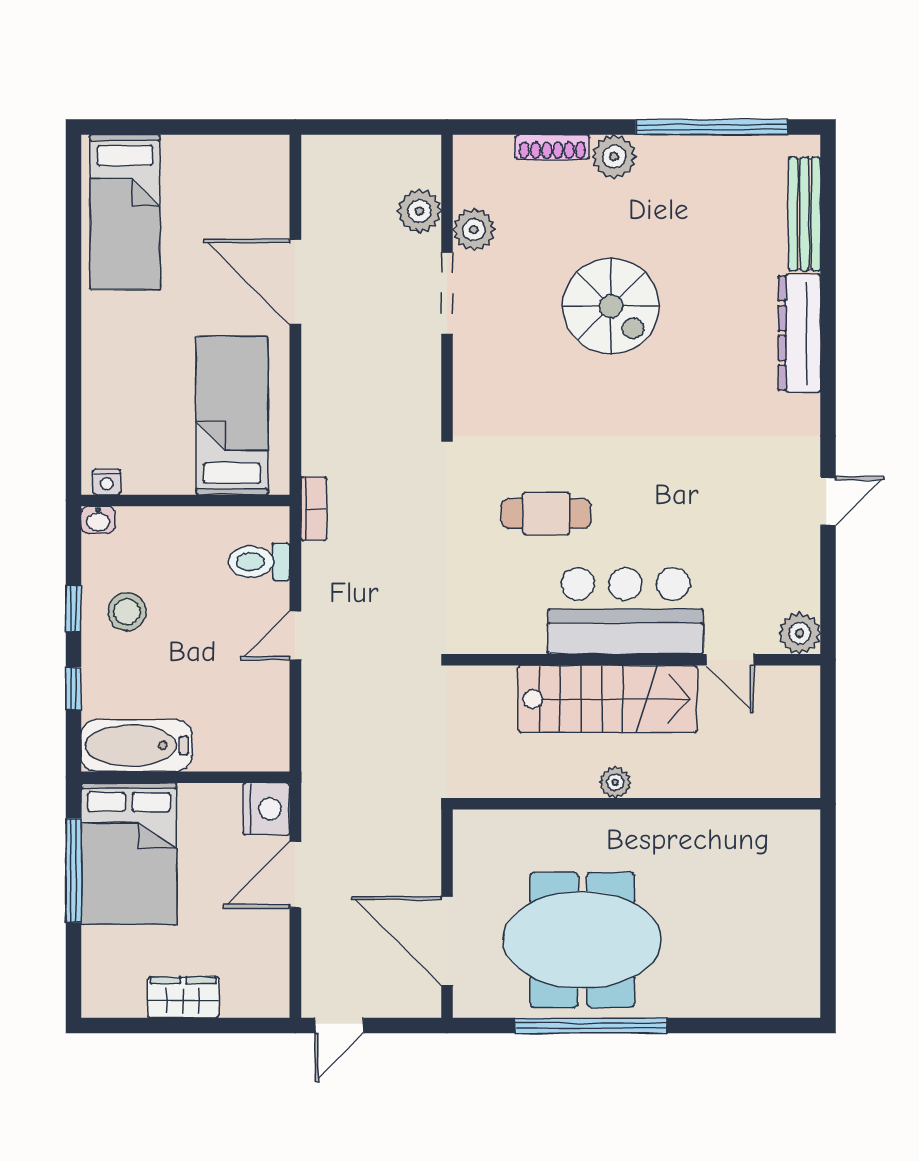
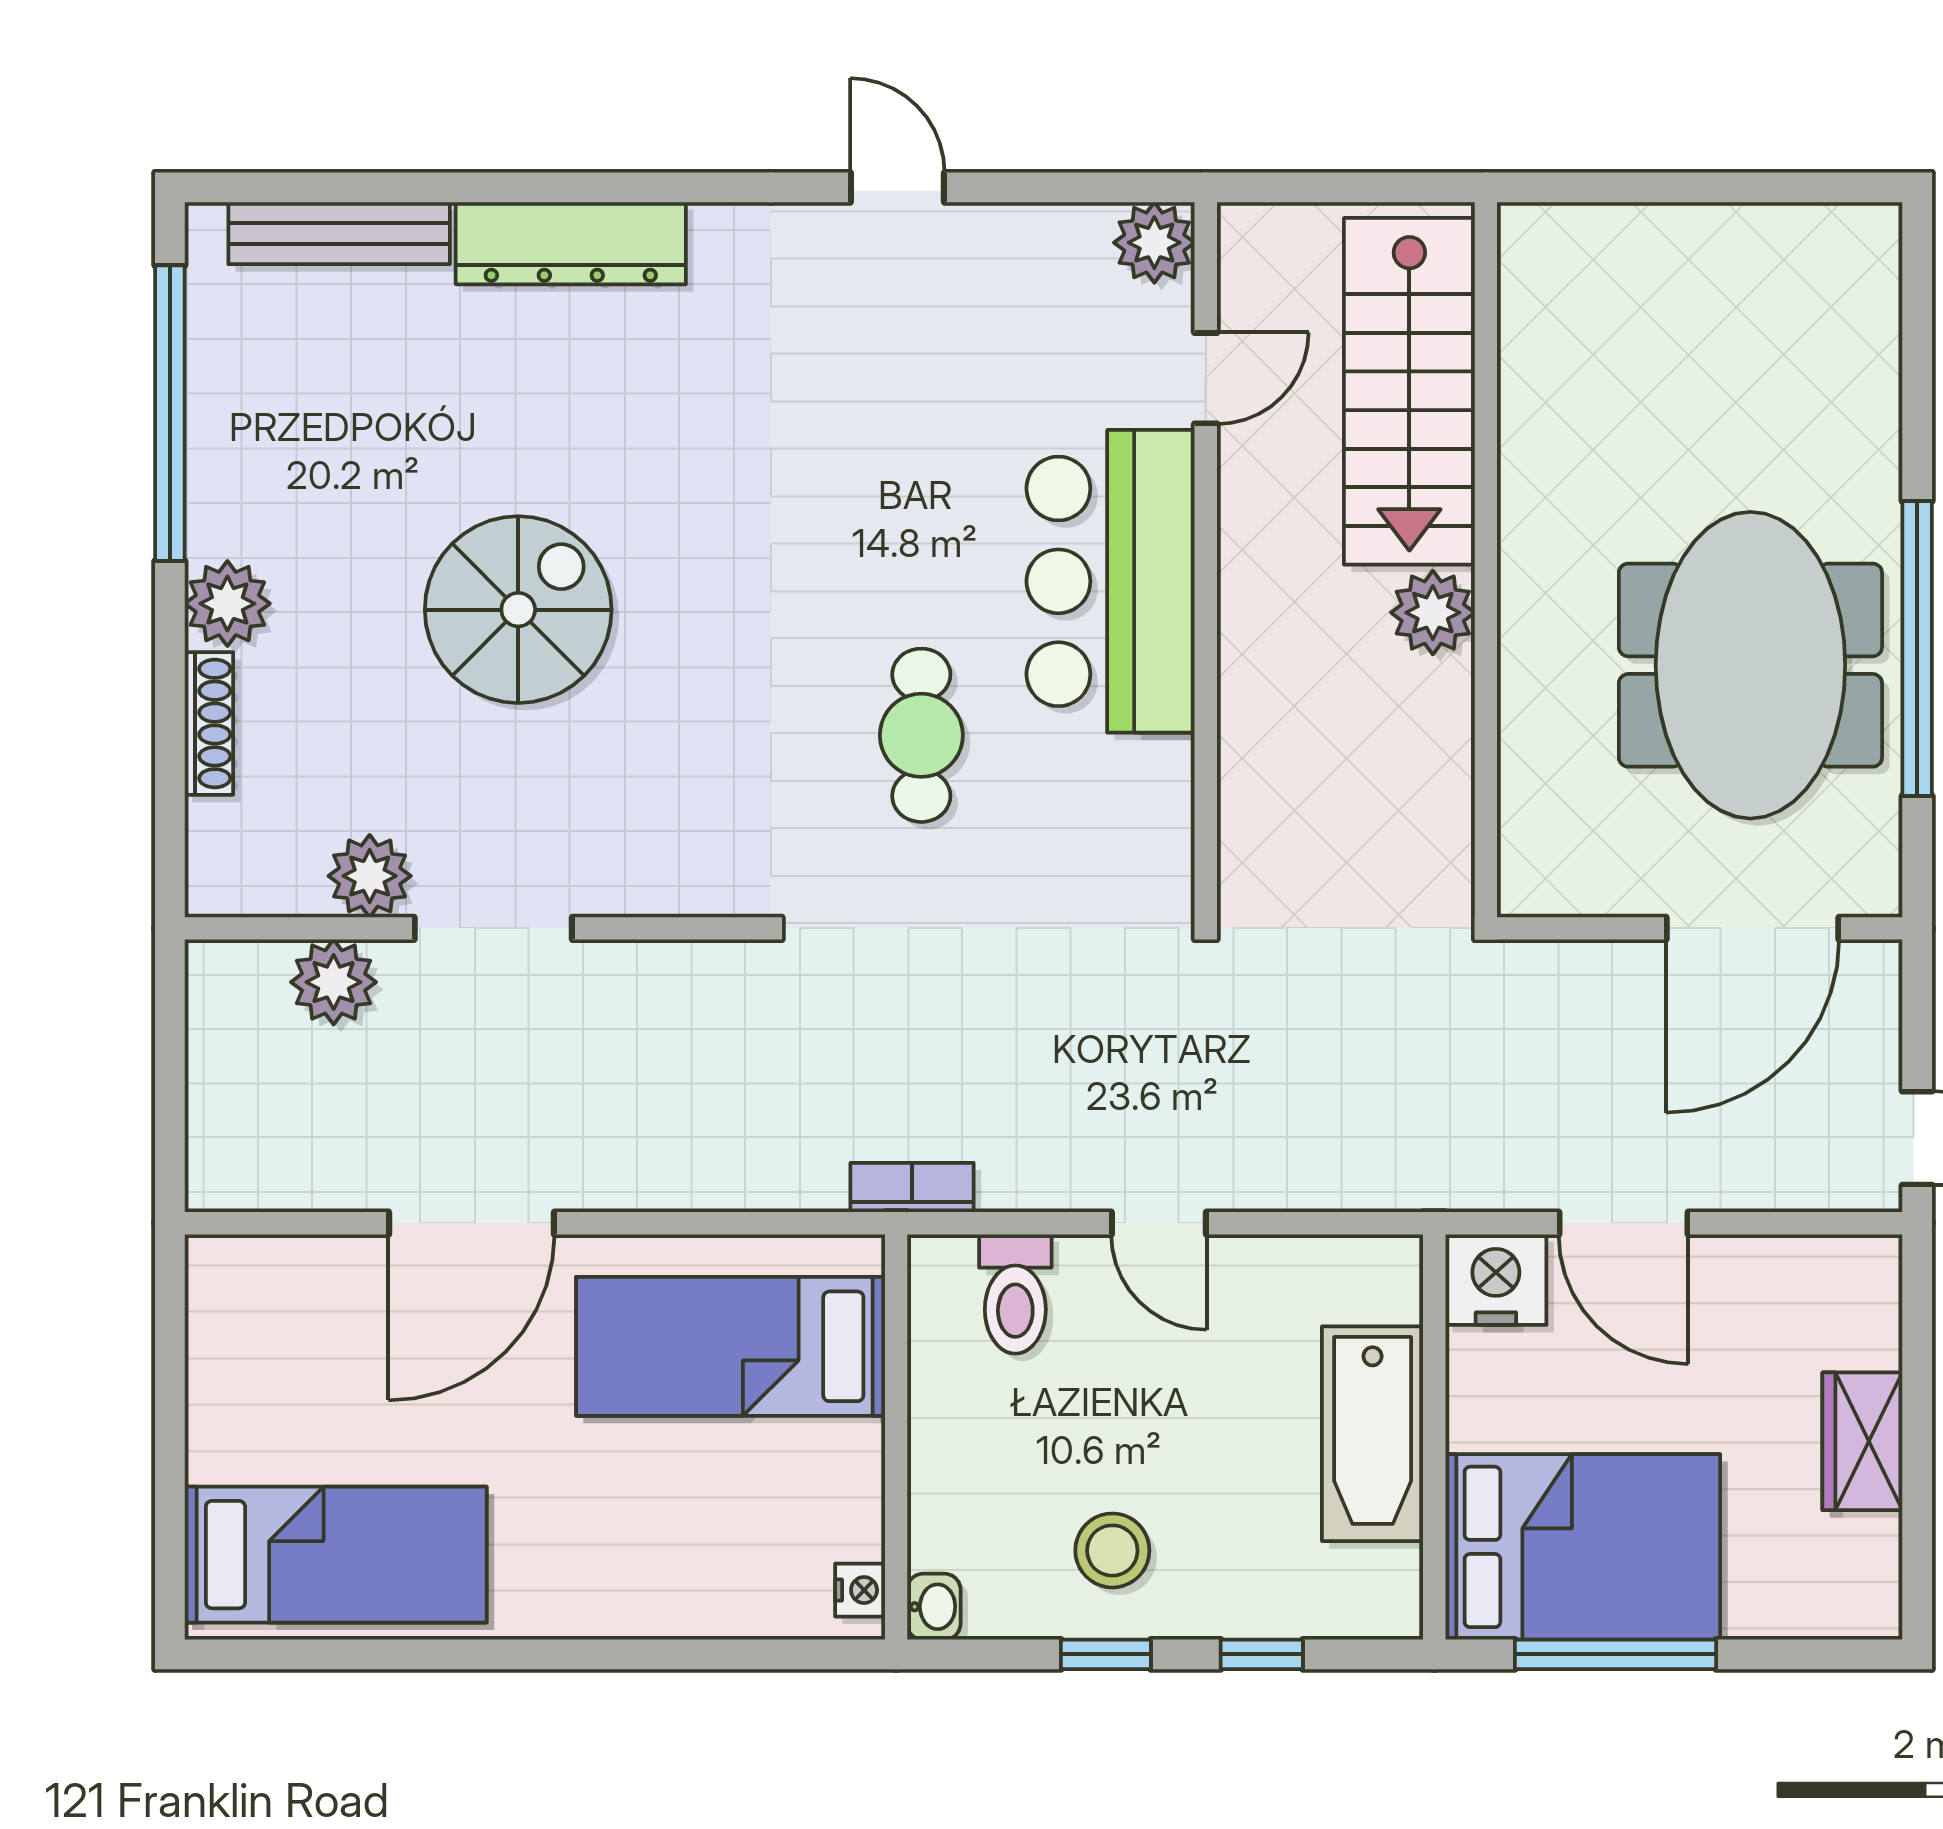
stairs: (608, 699) -> (1409, 391), moved, turned 180
bathtub: (136, 745) -> (1373, 1434), moved
plant: (615, 782) -> (1433, 613), width x1.38, depth x1.38

